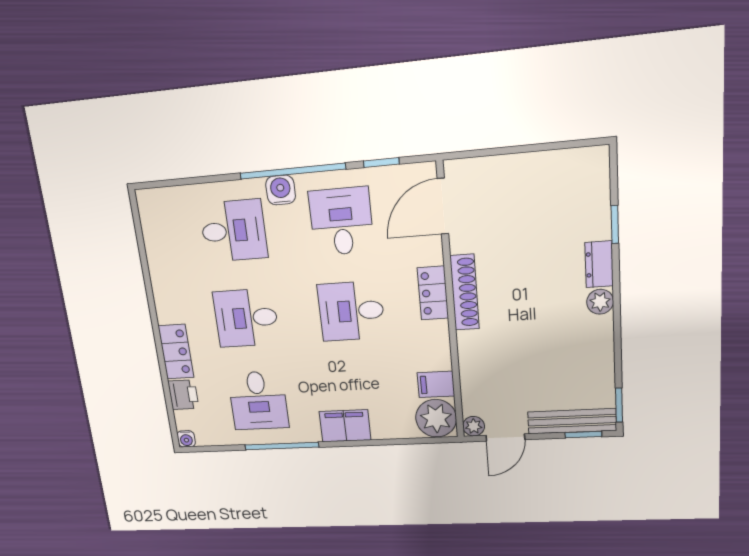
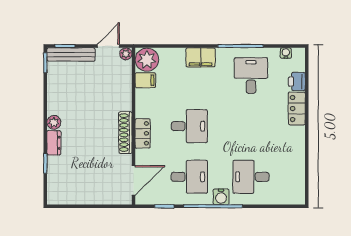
desk: (341, 222) -> (189, 177), turned -90
desk: (246, 318) -> (251, 126), removed
water cooler: (186, 439) -> (286, 53), moved

